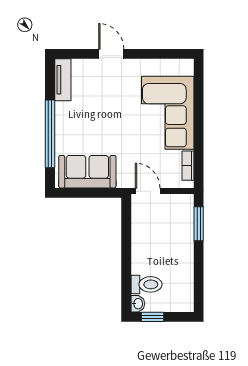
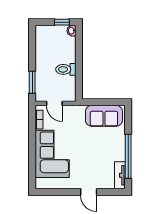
window: (50, 134) -> (128, 156), moved
door: (148, 191) -> (54, 103), moved
toilet: (146, 284) -> (66, 69), moved

